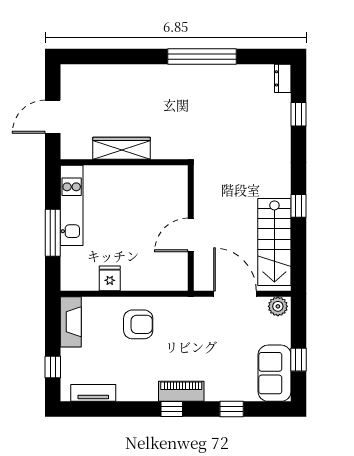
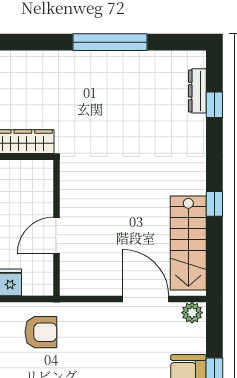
dresser: (283, 78) -> (197, 91), moved, width x1.44
wall: (191, 228) -> (57, 228), moved
door: (191, 235) -> (57, 235), moved

